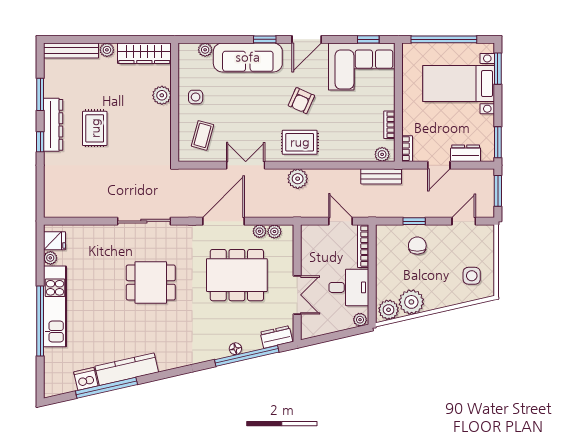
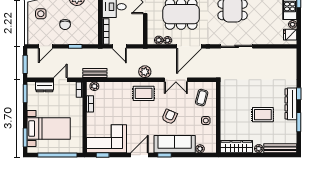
plant: (162, 95) -> (226, 122), removed
armchair: (301, 101) -> (169, 117), moved
rug: (95, 128) -> (263, 115), moved, turned 90
chair: (417, 246) -> (65, 25), moved

